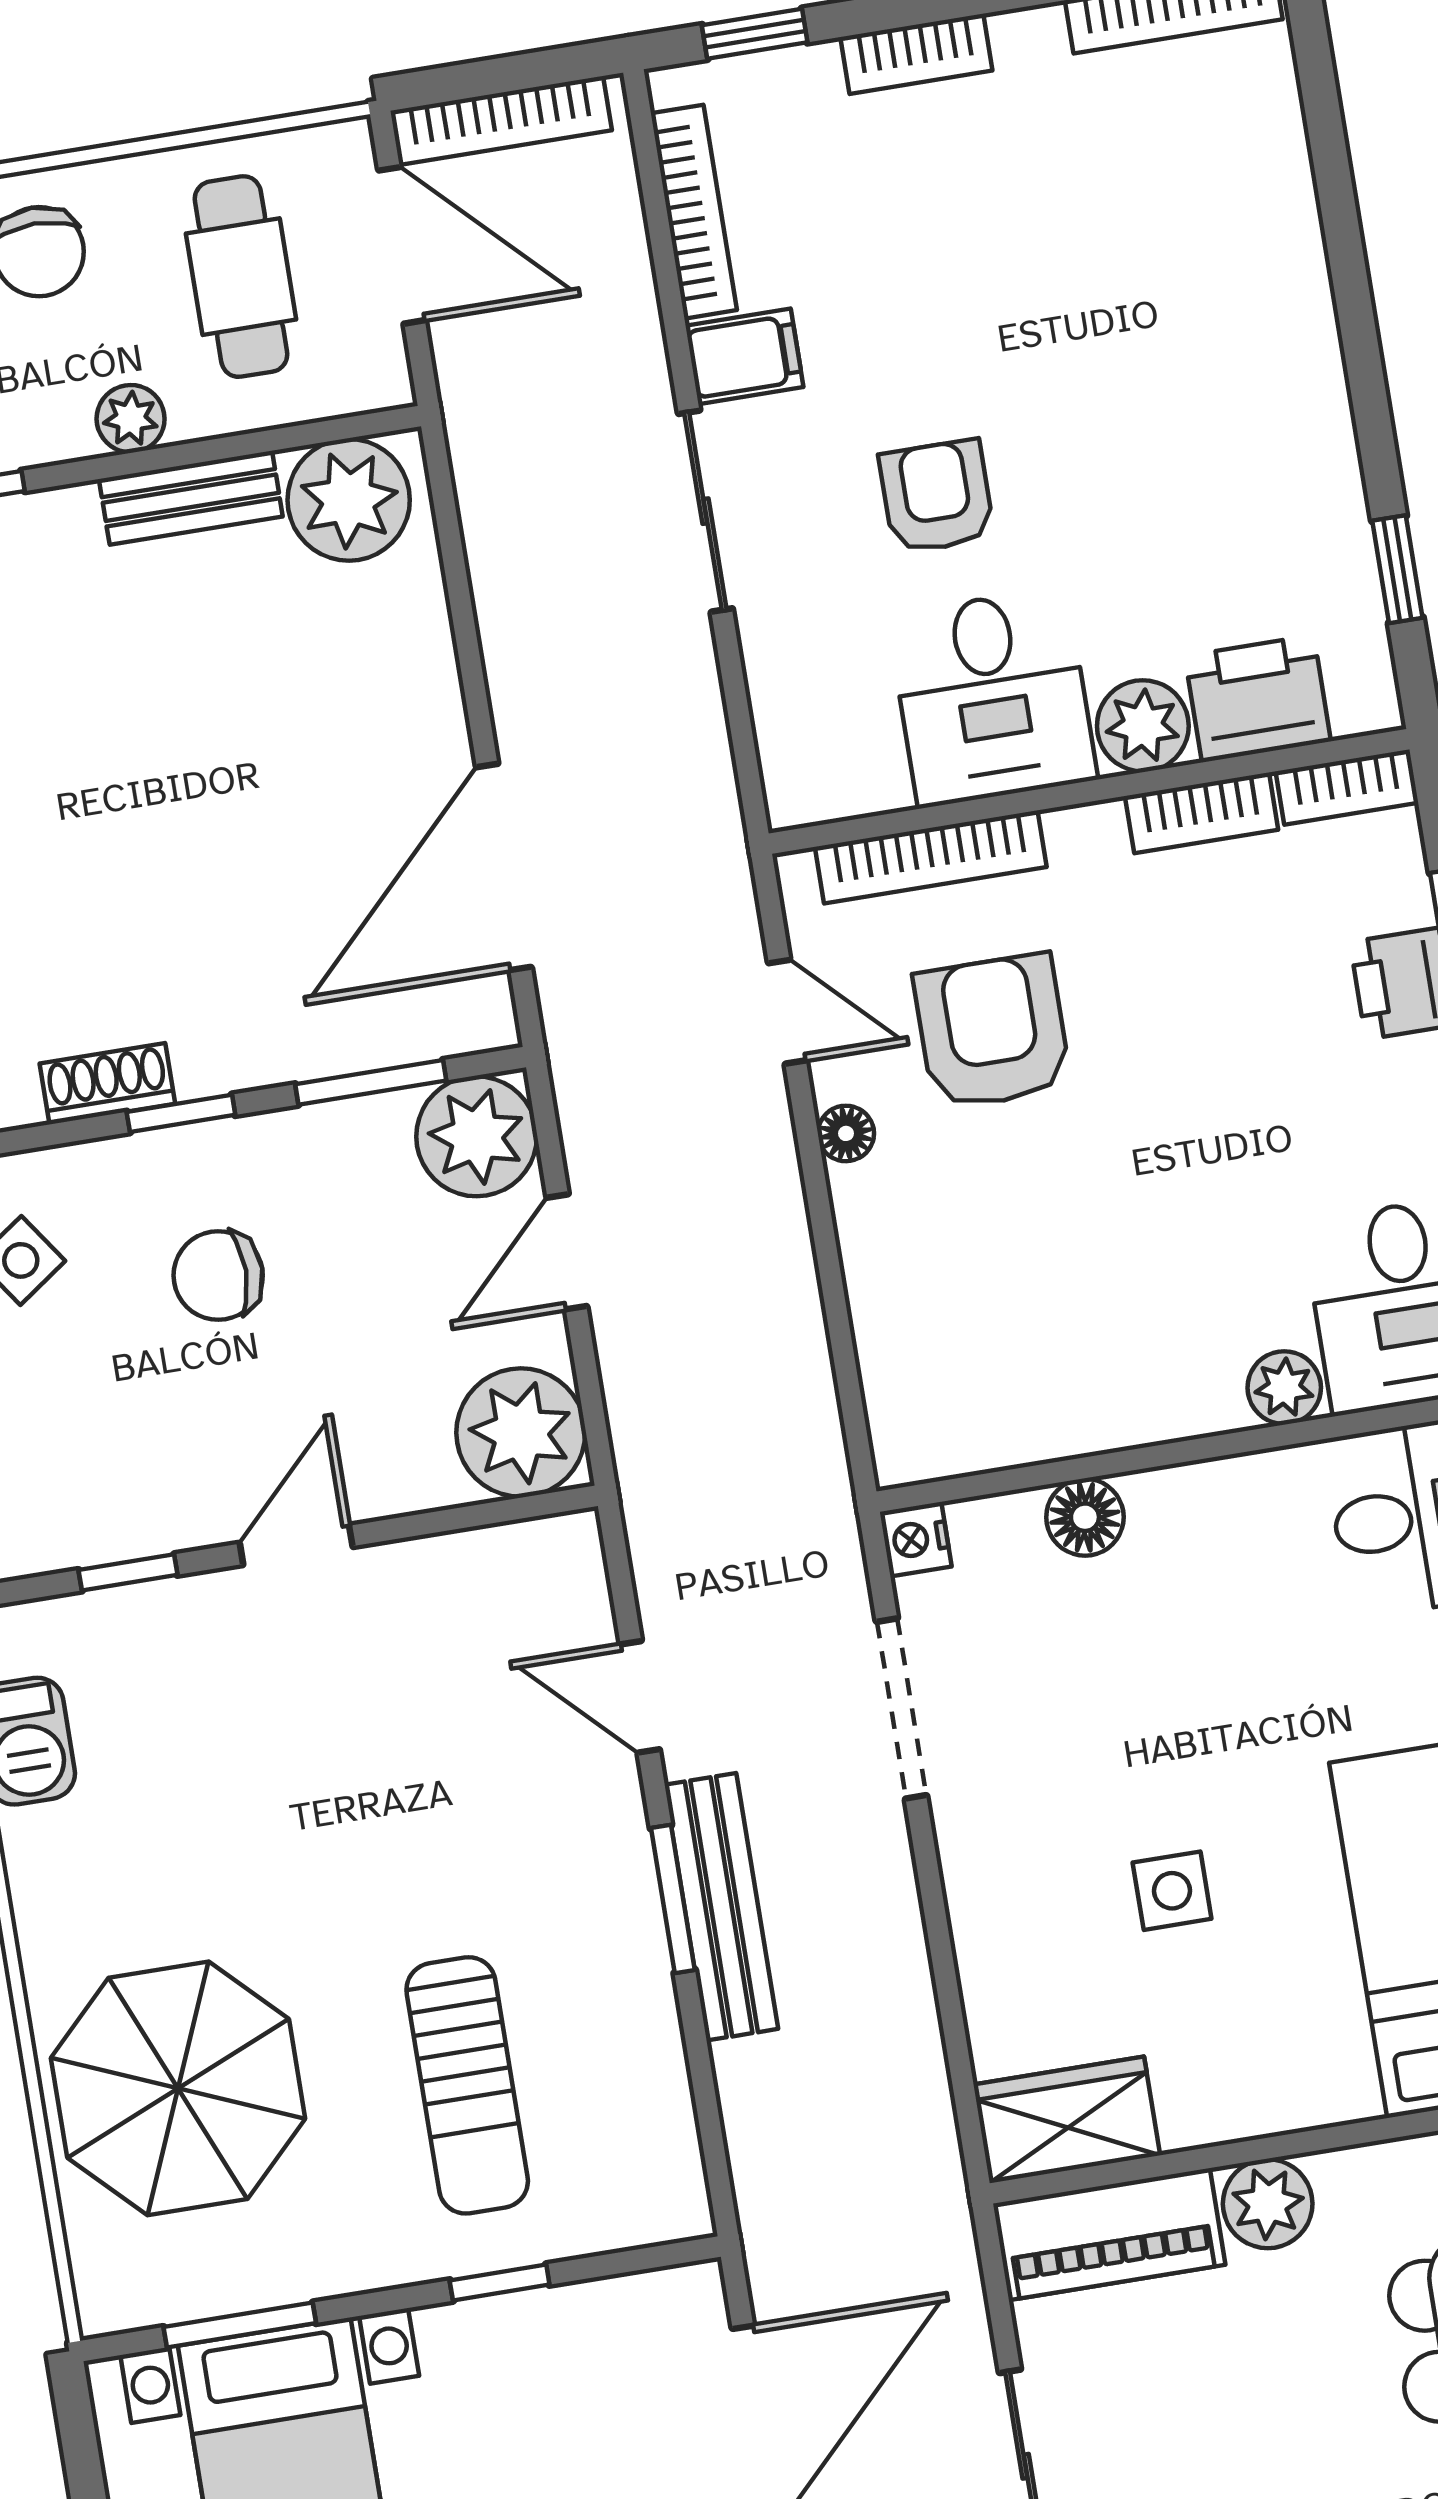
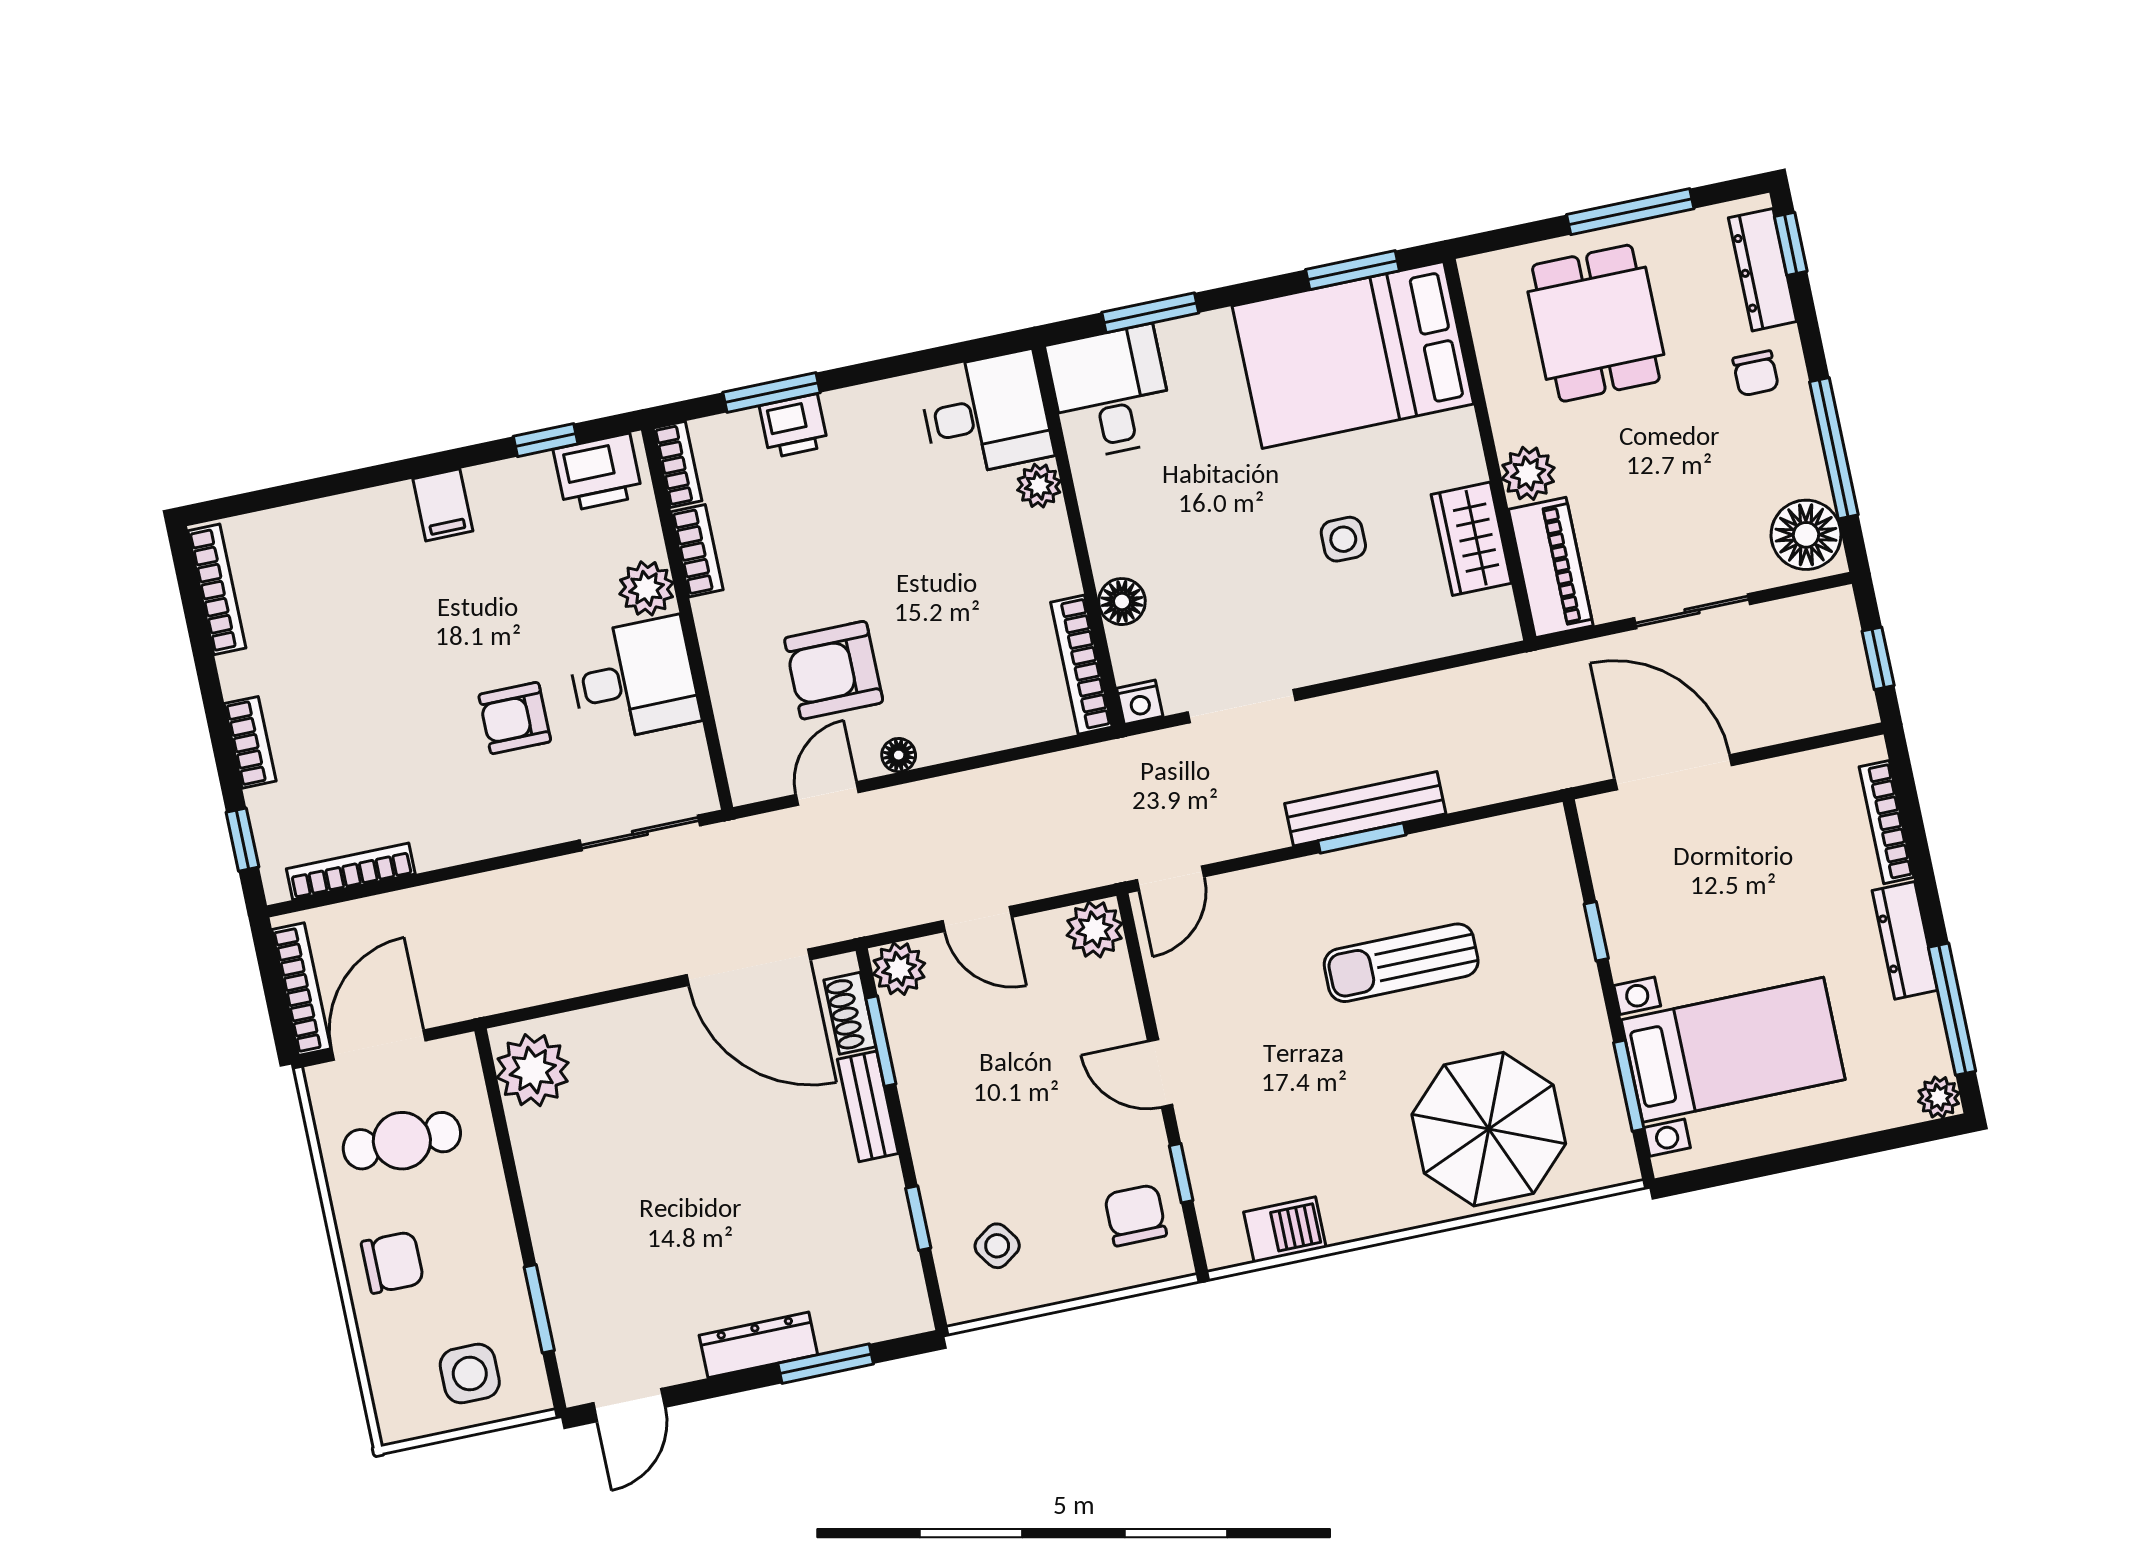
filing cabinet: (744, 356) -> (443, 505), moved, turned 180
plant: (131, 419) -> (490, 1203), removed
bench: (191, 498) -> (868, 1106), moved
sliding door: (705, 511) -> (640, 833), moved
printer: (1258, 699) -> (598, 473), moved, turned -90
bookcase: (931, 857) -> (1081, 665), moved, turned 180
shoe rack: (107, 1084) -> (850, 1013), moved
window: (181, 1113) -> (918, 1218), moved
plant: (477, 1136) -> (899, 969), width x0.73, depth x0.73
chair: (218, 1276) -> (1135, 1215), moved, turned 180
plant: (521, 1433) -> (1095, 929), width x0.73, depth x0.73
door: (640, 1697) -> (1170, 878), moved
sun lounger: (467, 2085) -> (1401, 963), moved, turned 180
wardrobe: (1067, 2120) -> (1471, 539), moved

